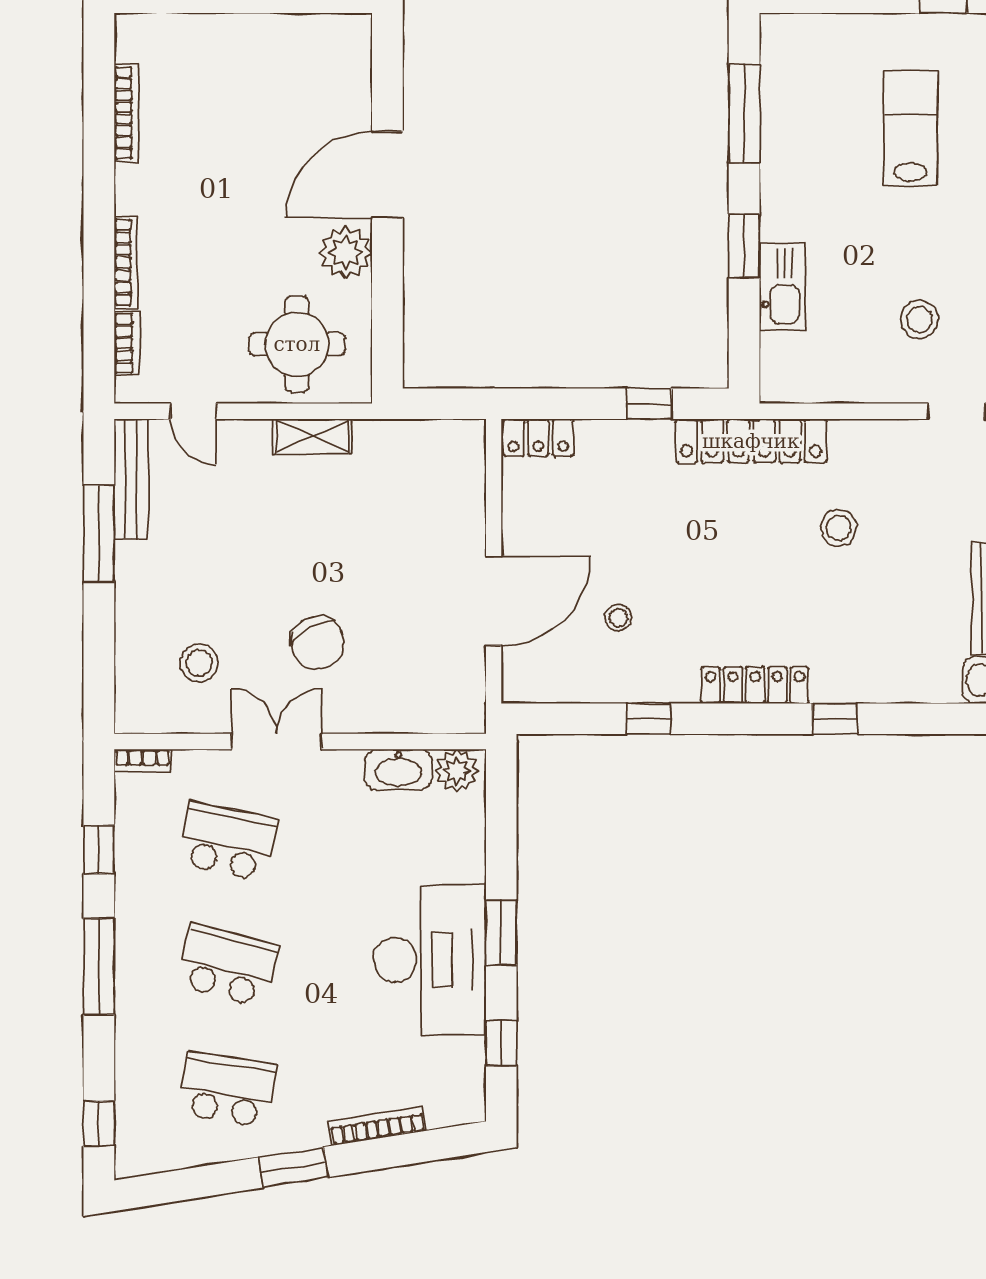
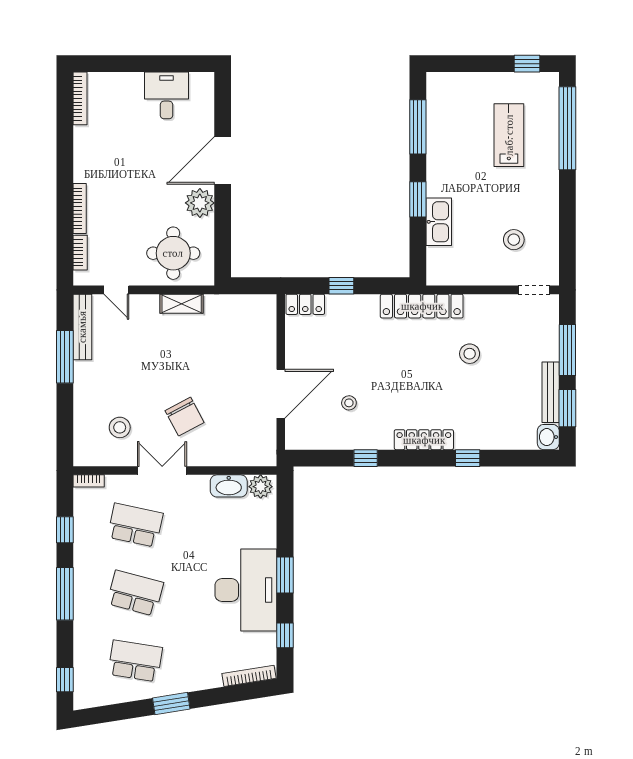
desk: (285, 56) -> (166, 95), added
bookcase: (127, 113) -> (80, 98), moved
window: (649, 404) -> (341, 286), moved
bookcase: (377, 1126) -> (249, 676), moved

